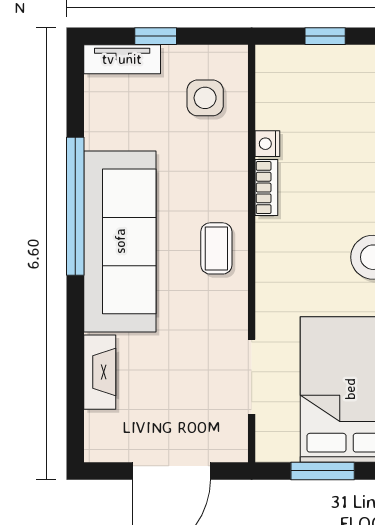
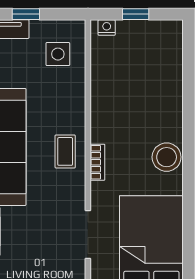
nightstand: (267, 144) -> (107, 28), moved, turned 90
bookcase: (266, 188) -> (97, 162), moved

